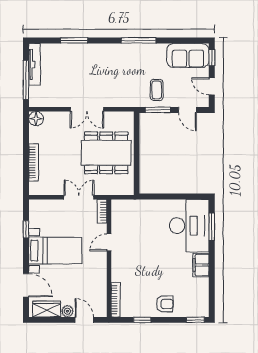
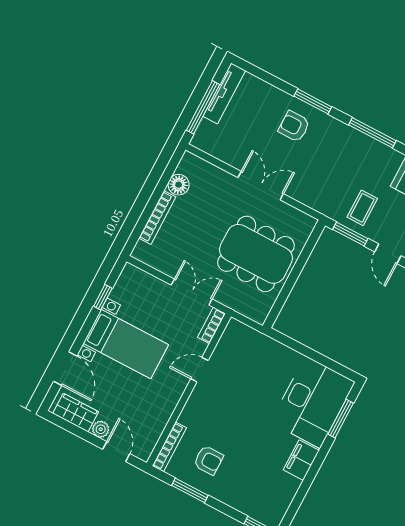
window: (74, 40) -> (313, 101), moved
armchair: (88, 62) -> (294, 126), added
double door: (87, 109) -> (261, 186), swing flipped
floor lamp: (36, 119) -> (179, 185), moved
armchair: (165, 304) -> (208, 460), moved
window: (142, 320) -> (190, 490), width x1.50

